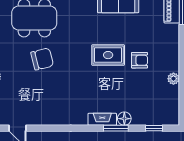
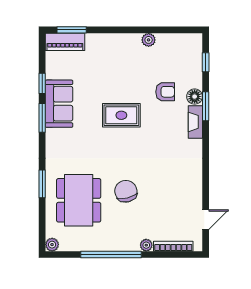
rug: (108, 55) -> (121, 115), turned 90
armchair: (140, 60) -> (165, 92), moved, turned 90

